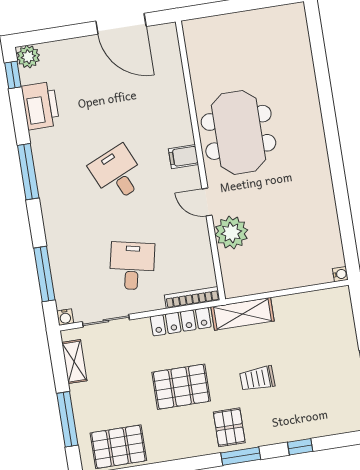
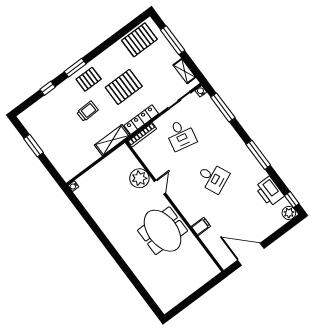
filing cabinet: (183, 157) -> (201, 226), moved
door: (207, 202) -> (160, 187), hinge flipped
pallet: (229, 427) -> (89, 79), turned 90

